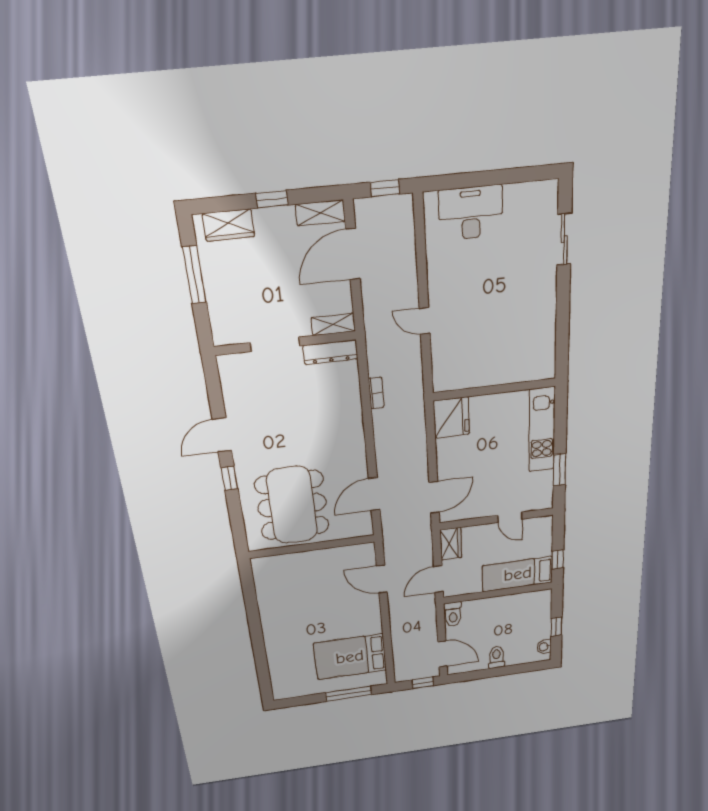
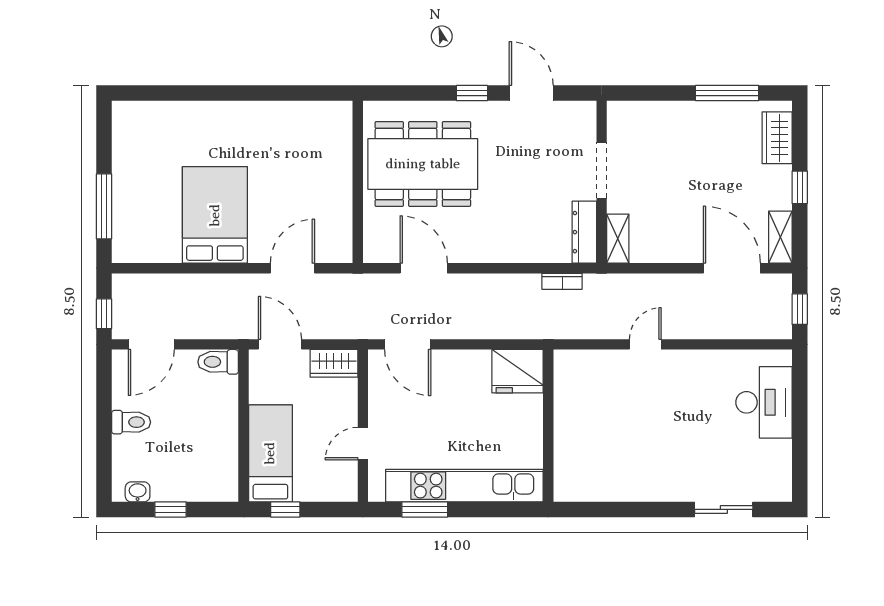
shelving: (333, 324) -> (618, 239), moved
wall: (286, 343) -> (602, 182), moved
doorway: (275, 344) -> (602, 170), moved
dresser: (330, 352) -> (584, 232), moved
kitchen unit: (542, 430) -> (464, 486), width x1.36
bed: (350, 657) -> (215, 215), moved

